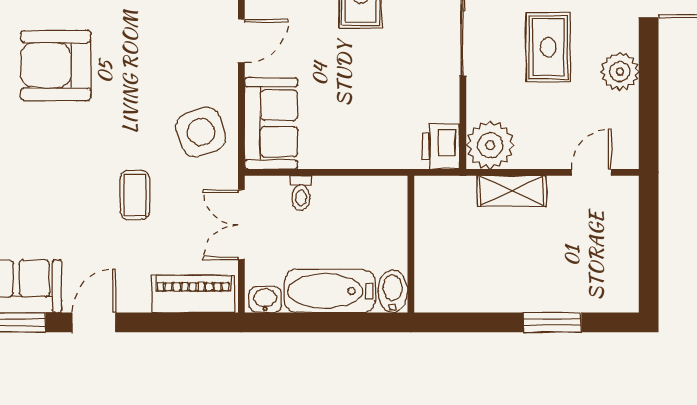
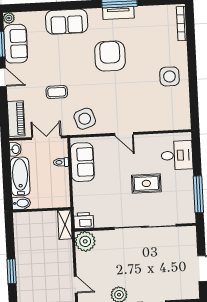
rug: (548, 47) -> (128, 264), removed
sofa: (271, 123) -> (82, 162), moved, turned -90
shelving: (512, 191) -> (65, 225), moved

